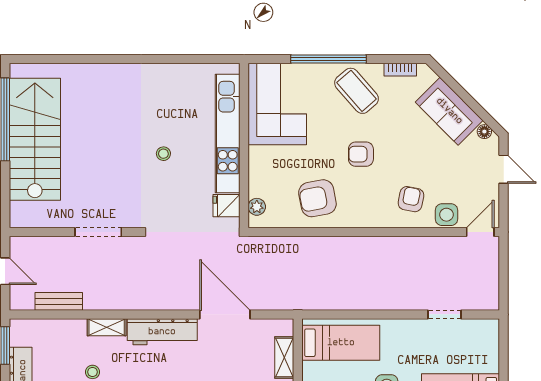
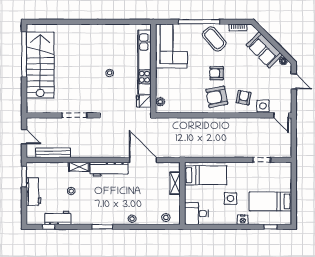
armchair: (317, 198) -> (217, 97), moved
door: (480, 232) -> (281, 115), swing flipped
bench: (59, 301) -> (53, 153), width x1.36

